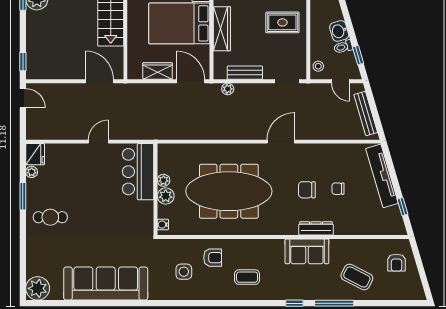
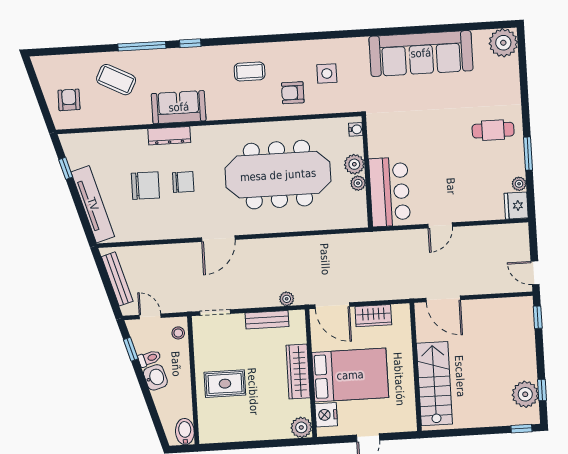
chair: (338, 189) -> (145, 186), width x1.87, depth x1.87

